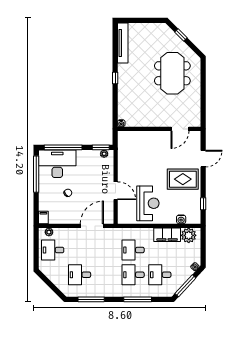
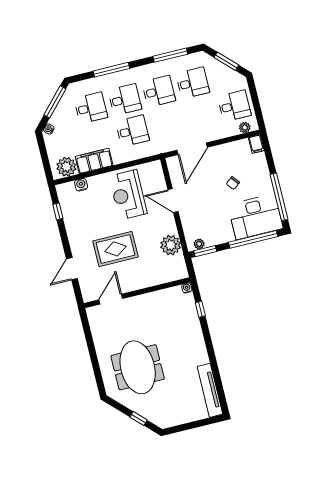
window: (115, 78) -> (200, 309), moved
plant: (125, 158) -> (171, 245), added
rug: (183, 179) -> (115, 249), moved
desk: (106, 275) -> (159, 91), added
window: (50, 285) -> (226, 61), added

